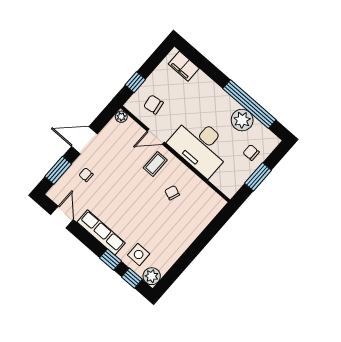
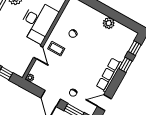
chair: (153, 104) -> (17, 58), removed
side table: (139, 254) -> (118, 47), removed
plant: (152, 276) -> (109, 23), moved

